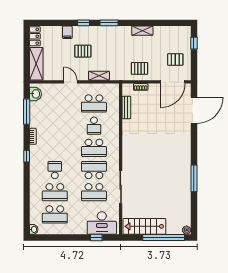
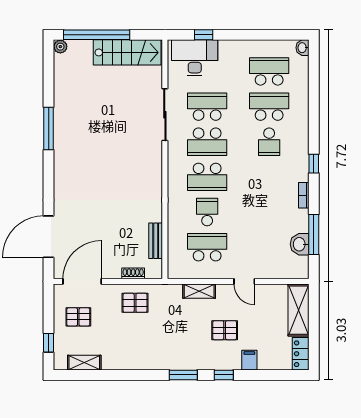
shelving: (142, 31) -> (84, 363), moved
washbasin: (36, 94) -> (300, 244), moved
school desk: (94, 148) -> (207, 177), turned 180

